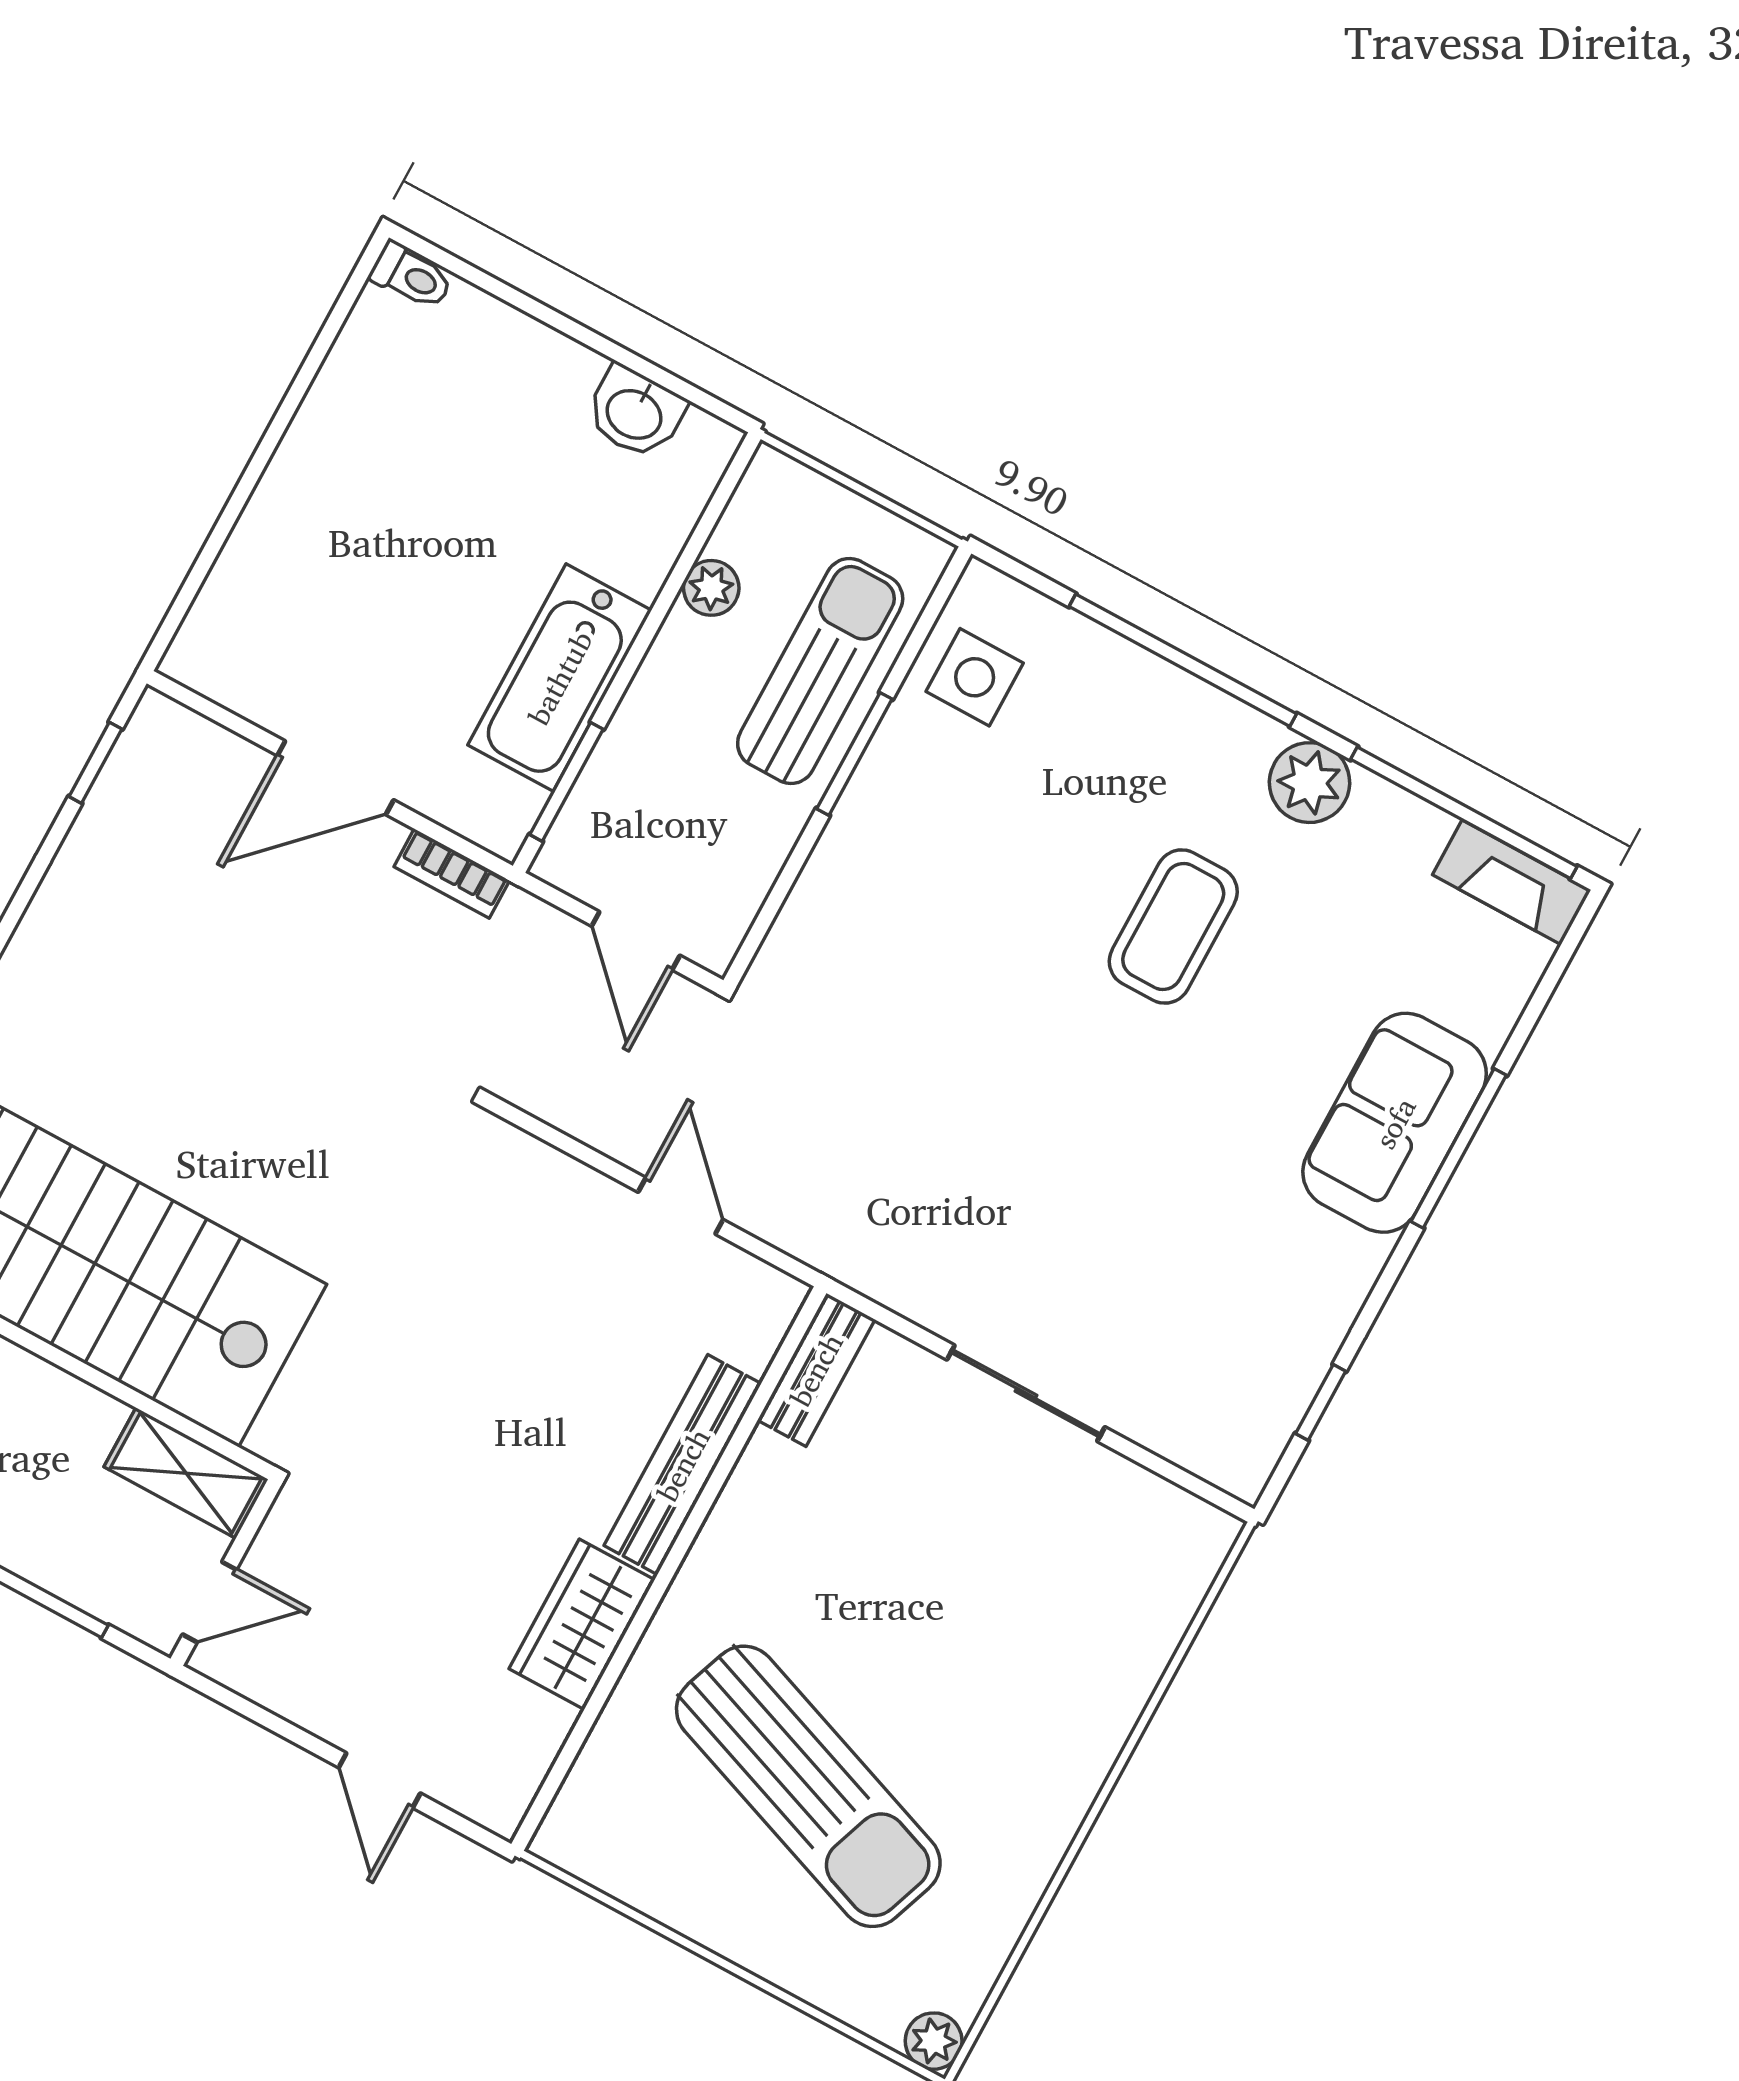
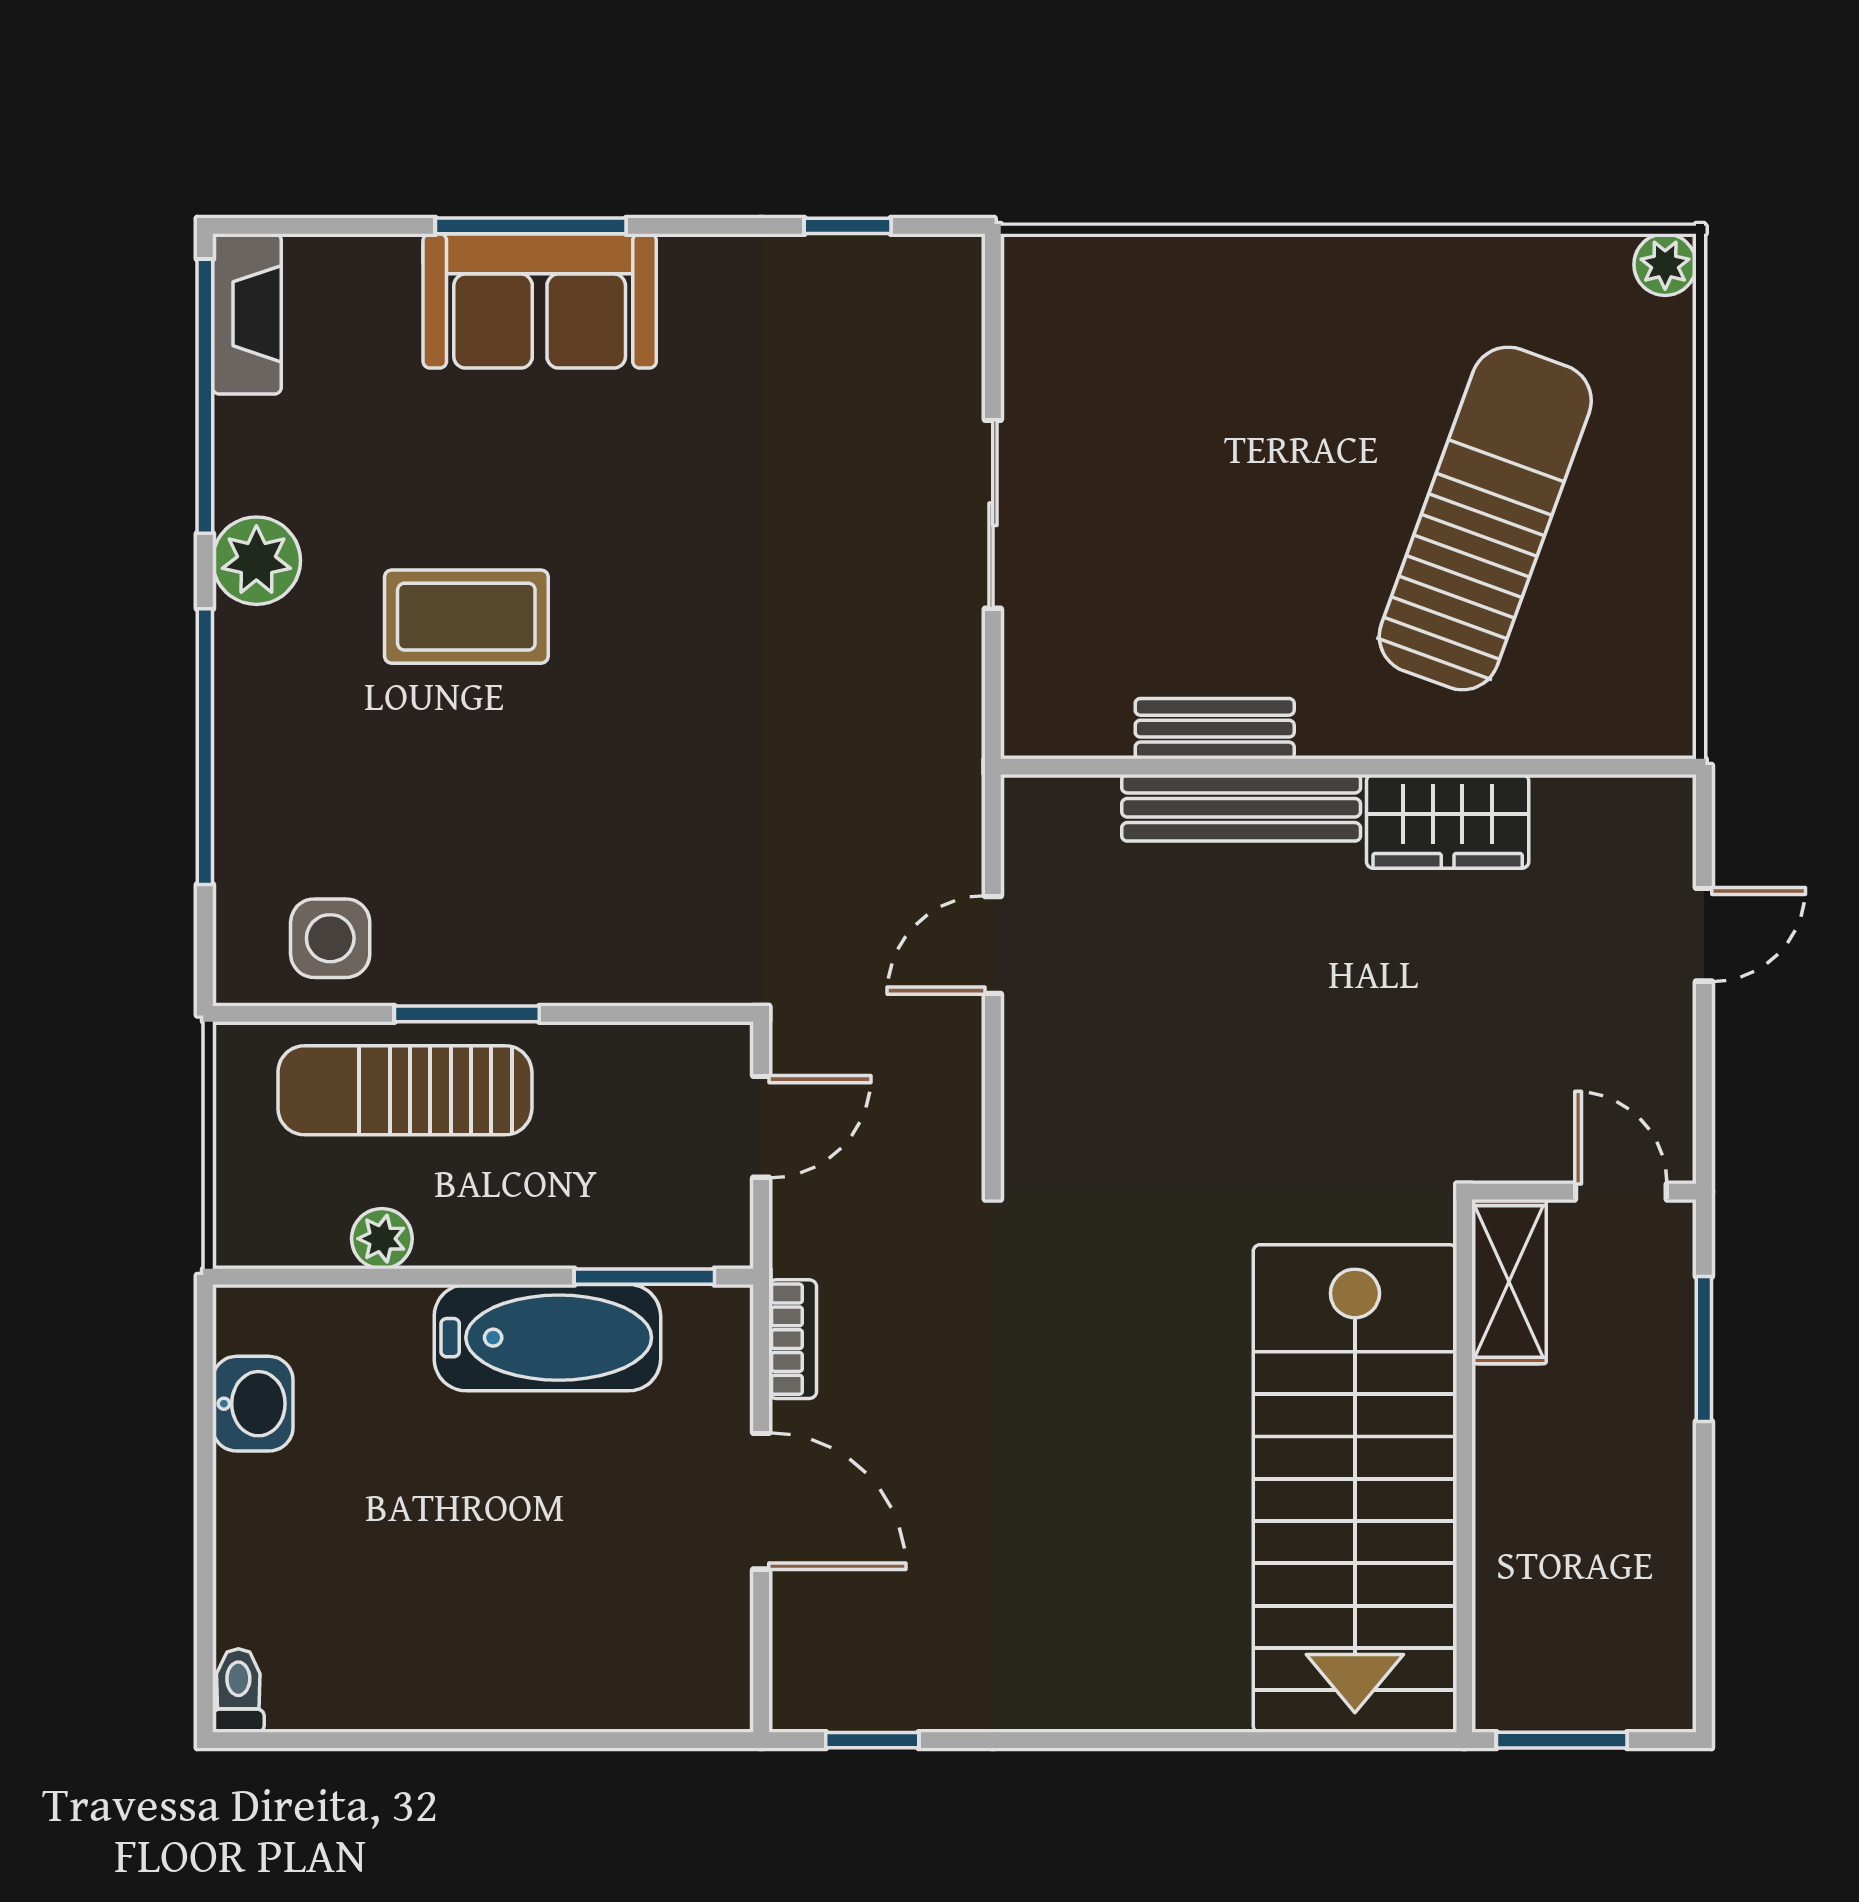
bench: (816, 1370) -> (1215, 729), moved

